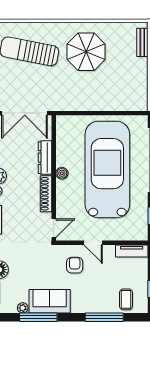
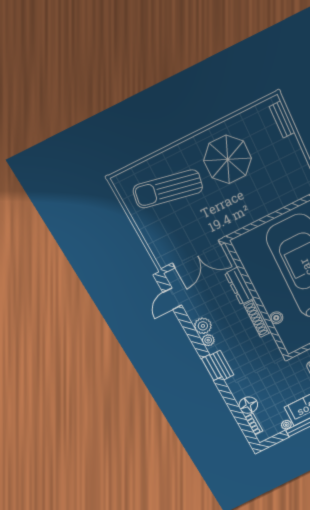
boiler: (62, 173) -> (276, 318), moved
door: (54, 228) -> (281, 345), removed

